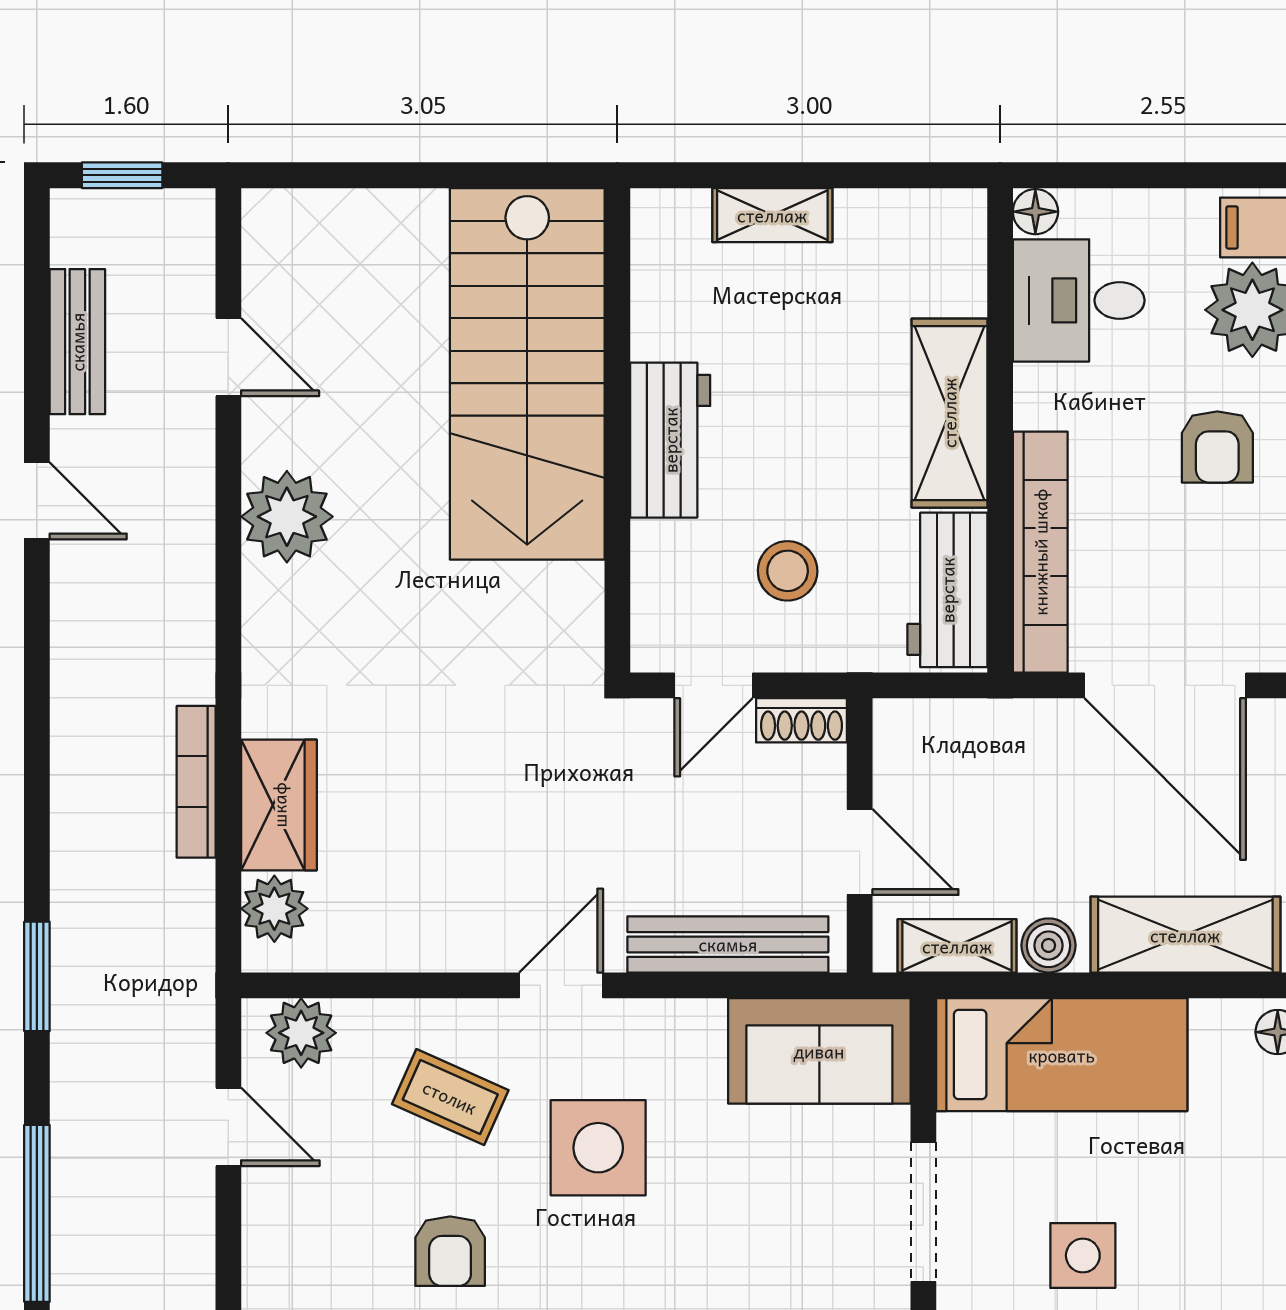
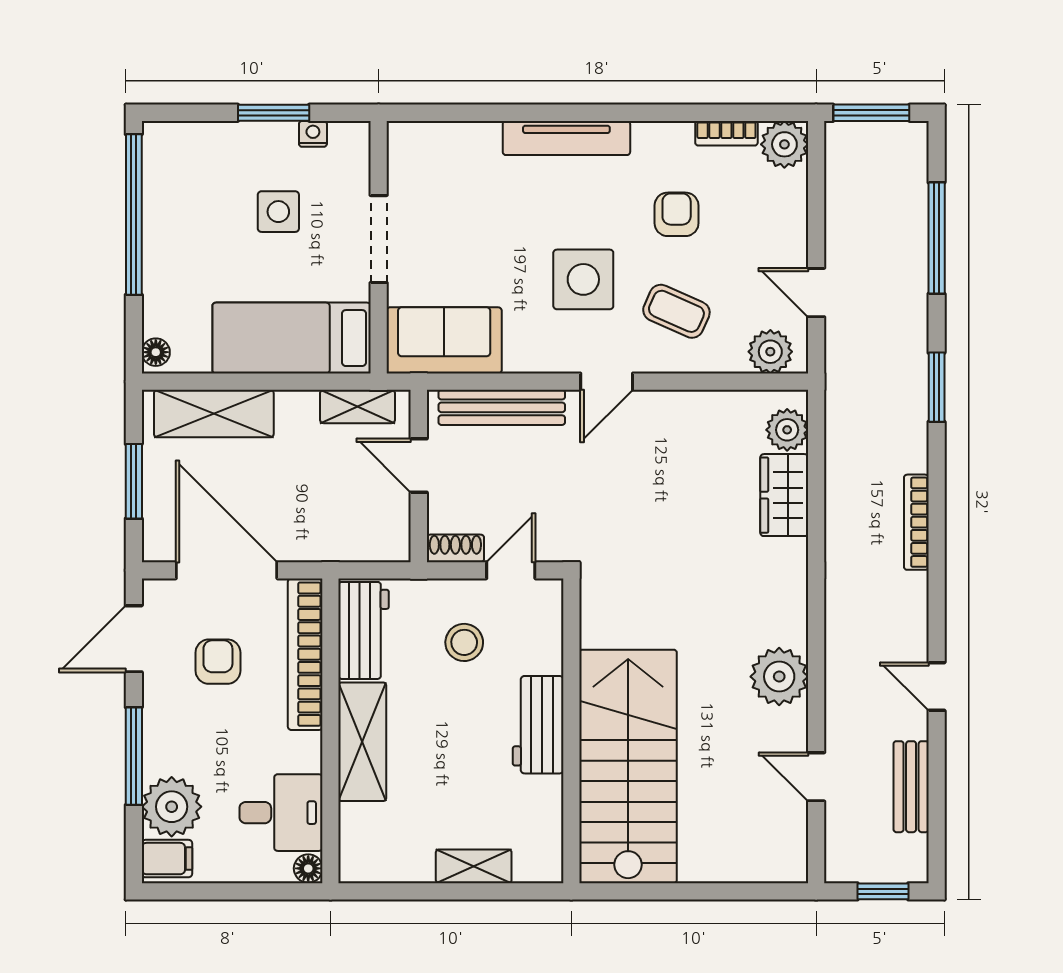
armchair: (1217, 447) -> (218, 662), moved
bookcase: (196, 782) -> (916, 522), moved, turned 180
boiler: (1049, 945) -> (300, 407), removed

